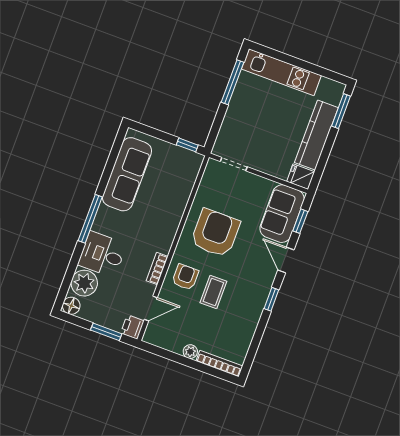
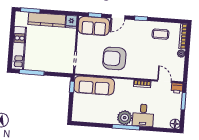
sofa: (127, 174) -> (94, 86), moved, turned 180
armchair: (185, 277) -> (142, 68), removed
plant: (84, 283) -> (125, 118), moved
coffee table: (213, 292) -> (160, 34), moved

